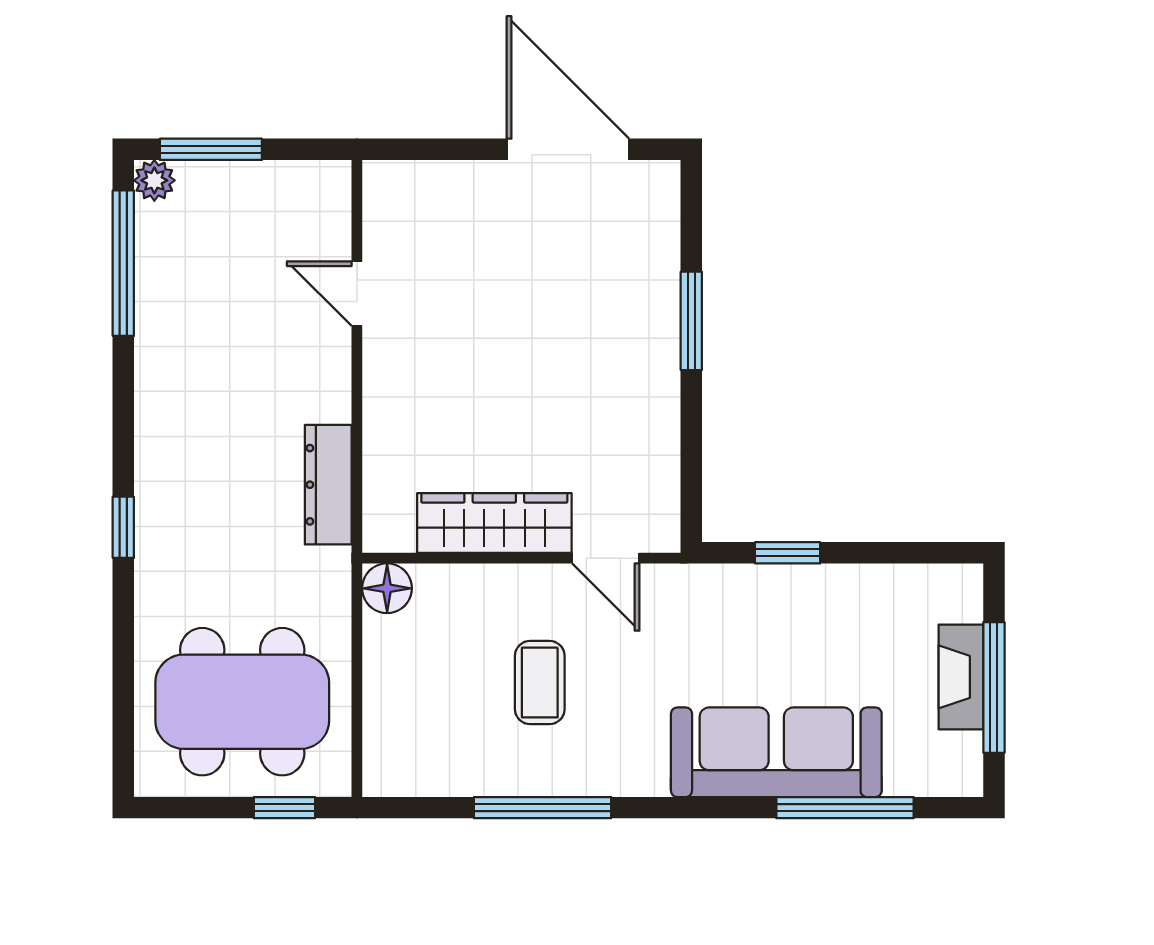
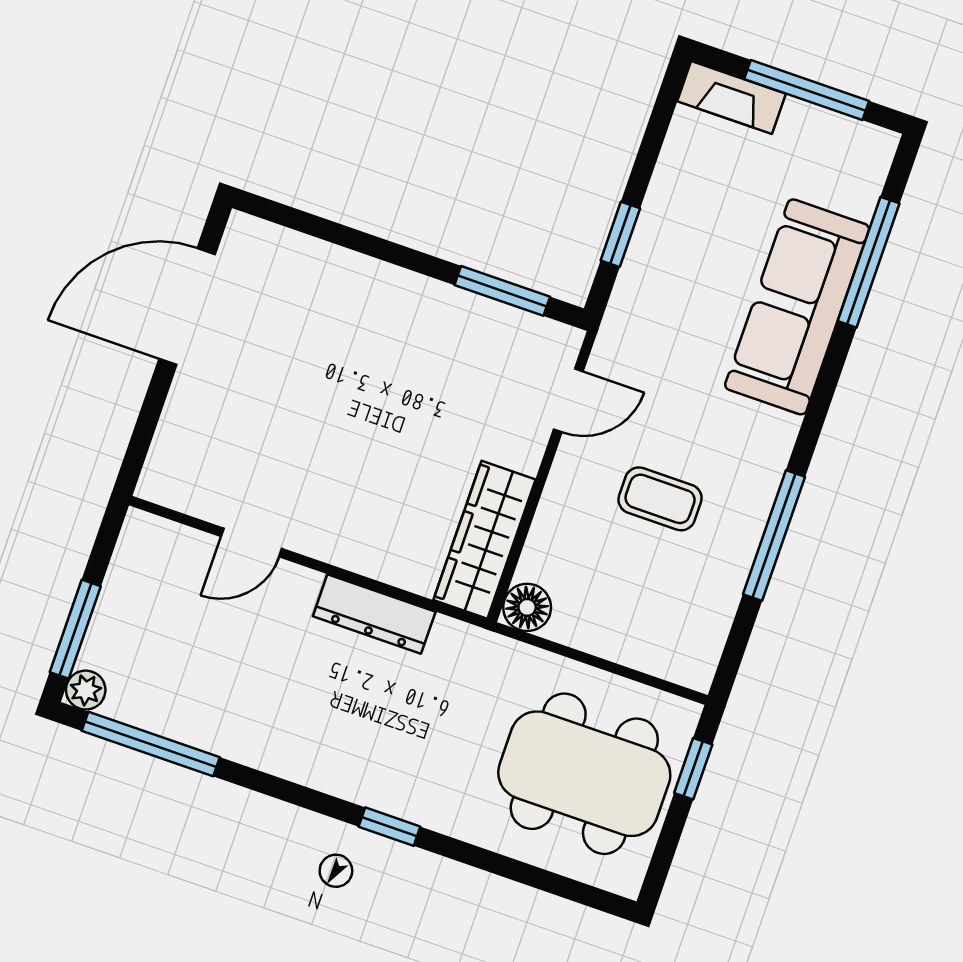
window: (691, 321) -> (502, 291), moved
dresser: (328, 485) -> (374, 614), moved
wardrobe: (494, 523) -> (484, 540), moved
fireplace: (961, 677) -> (732, 97), moved
dining table: (242, 702) -> (584, 774), turned 90

